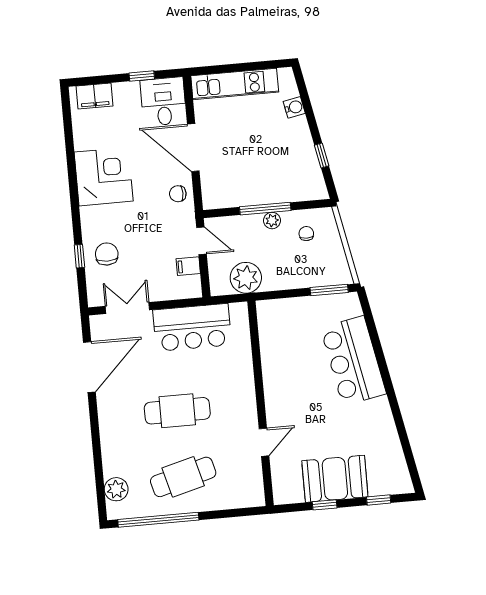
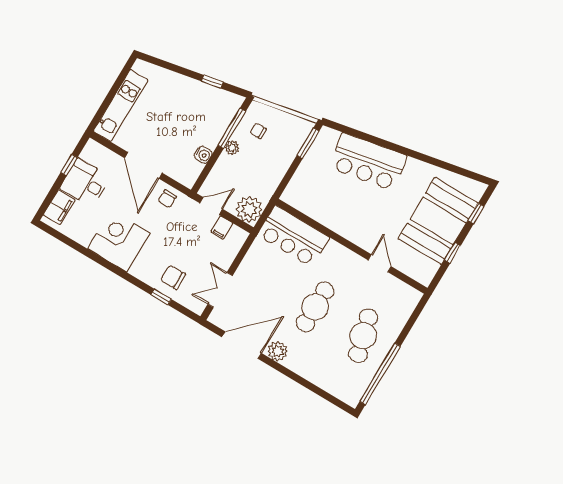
desk: (163, 102) -> (85, 183), moved
water cooler: (294, 107) -> (203, 155), moved, turned 101
door: (193, 148) -> (143, 165), hinge flipped
window: (265, 209) -> (232, 128), moved
plant: (246, 278) -> (249, 209), moved
bar counter: (192, 327) -> (293, 236), moved, turned 90
door: (89, 367) -> (242, 345), hinge flipped
booth: (335, 479) -> (438, 221), width x1.36, depth x1.42
plant: (116, 489) -> (278, 351), moved

